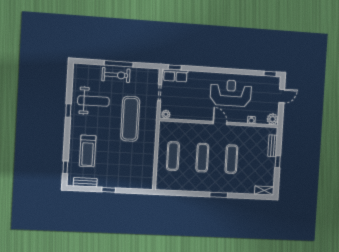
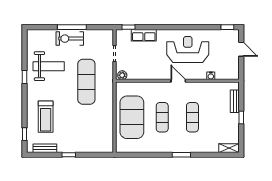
exercise bike: (116, 75) -> (70, 39), turned 180
row of seats: (175, 75) -> (144, 35), moved
door: (282, 96) -> (241, 49), hinge flipped
plant: (273, 119) -> (233, 74), removed
exercise mat: (173, 156) -> (132, 117), width x2.00, depth x1.45

